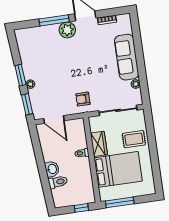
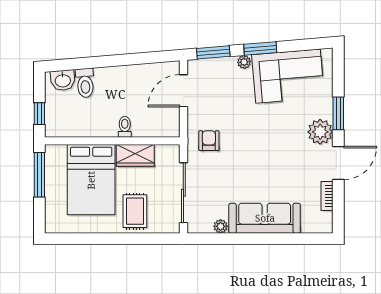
window: (54, 20) -> (338, 113), width x0.69
corner sofa: (35, 55) -> (288, 76), added
washbasin: (52, 169) -> (63, 80), moved

